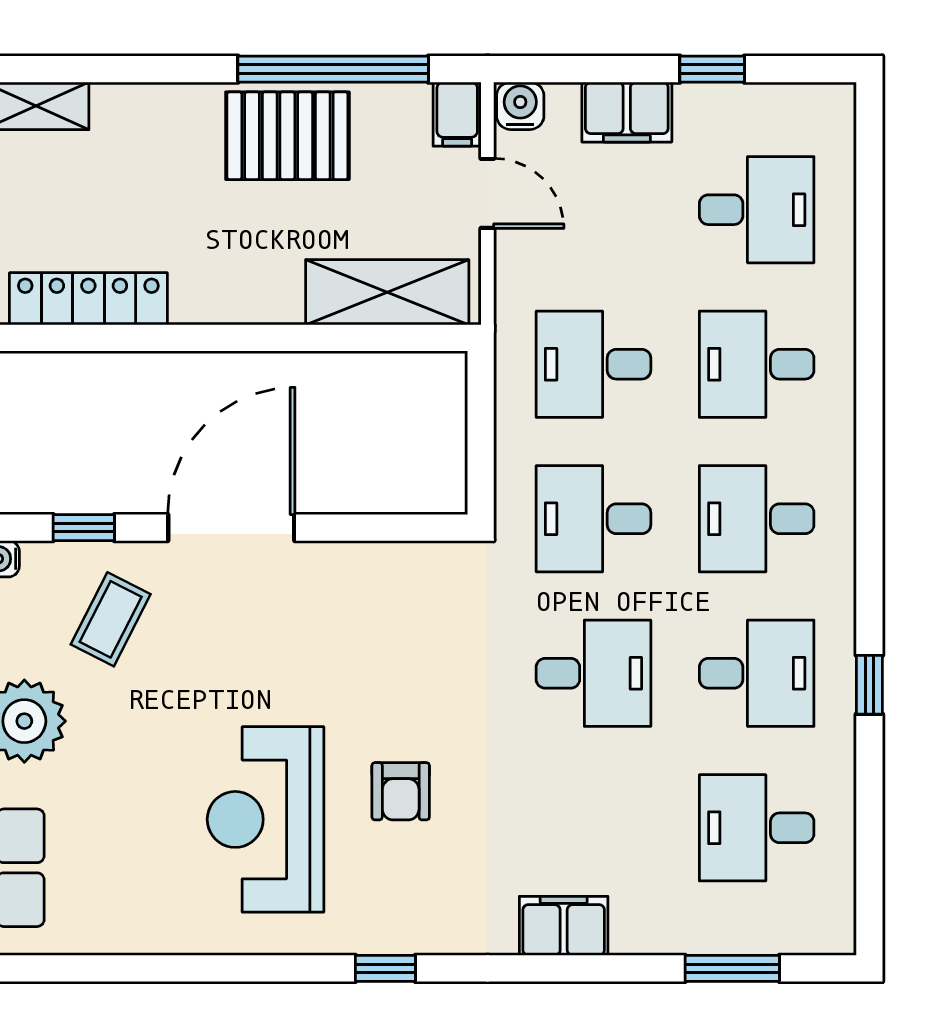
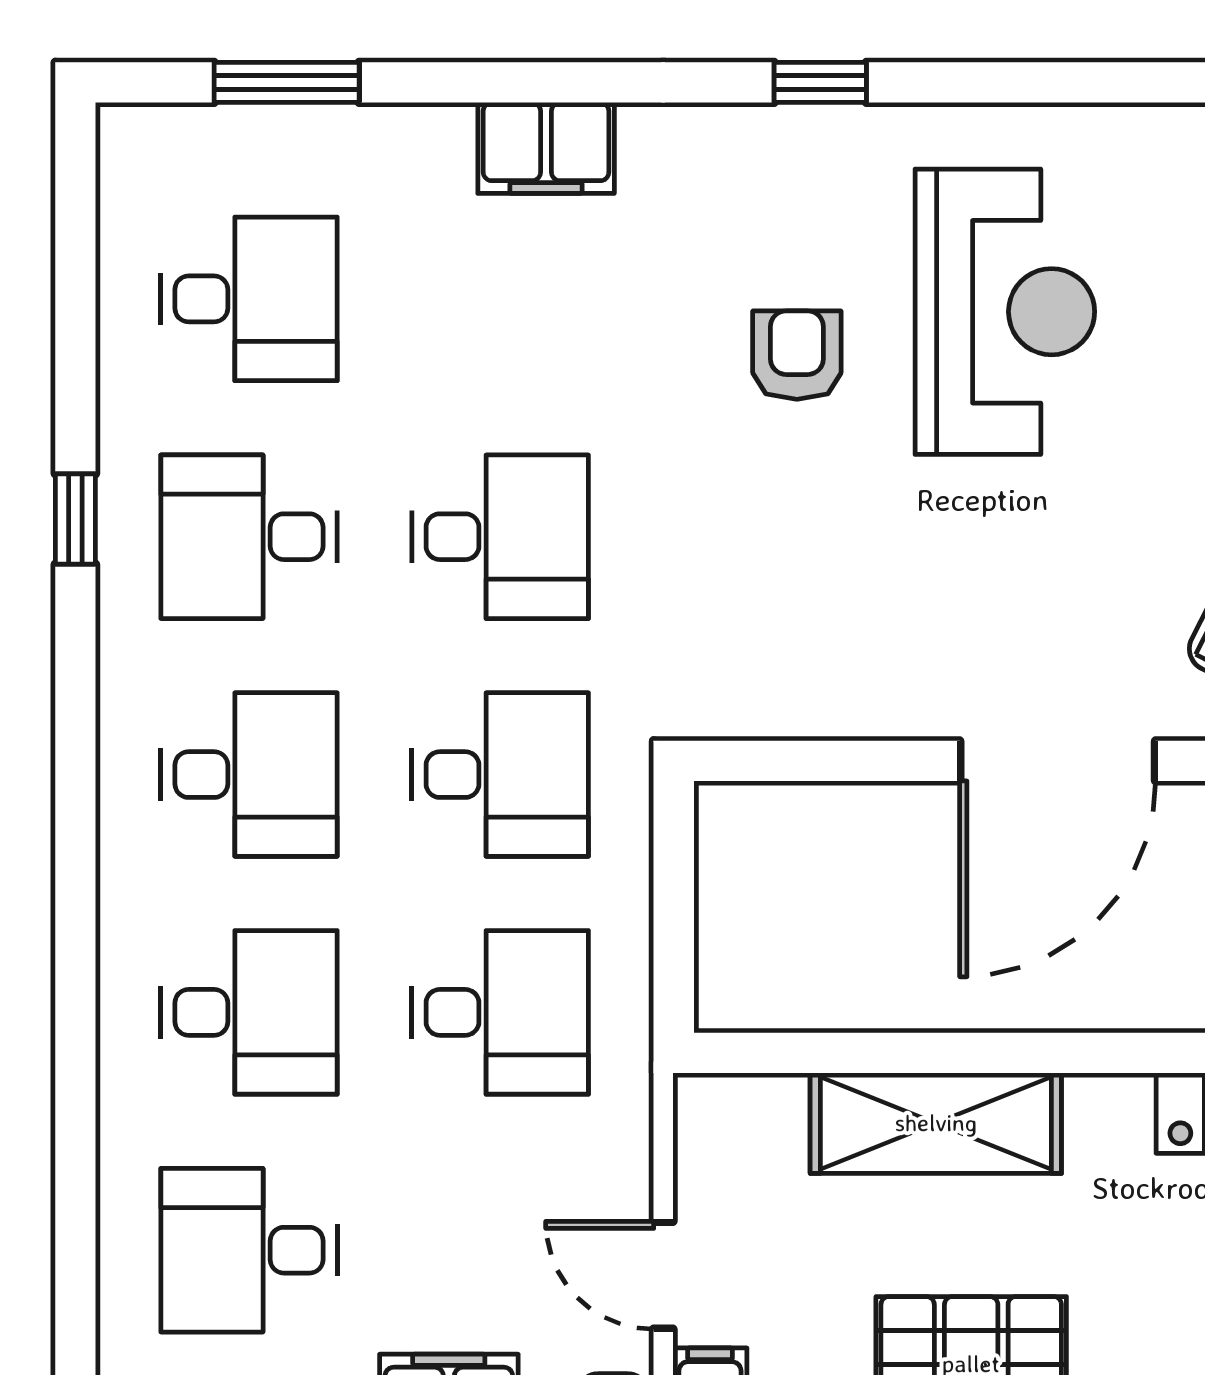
shelving: (387, 292) -> (936, 1123), moved
desk: (593, 673) -> (500, 537), turned 180

